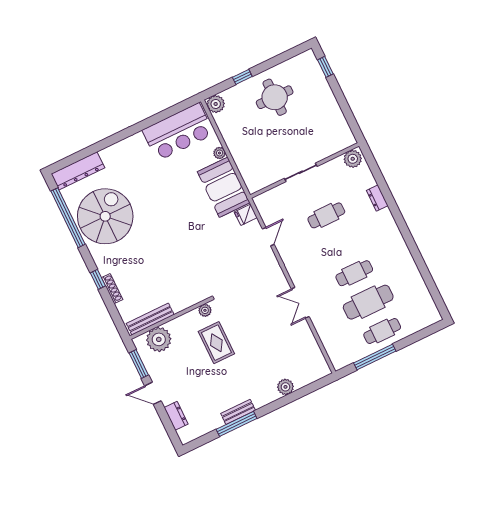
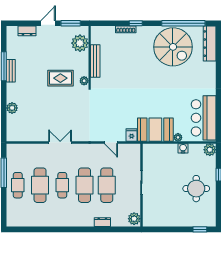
water cooler: (231, 140) -> (183, 148), added
cafe table: (326, 215) -> (107, 185), width x1.37, depth x1.35
cafe table: (340, 244) -> (85, 185), added
bench: (150, 319) -> (95, 61), moved

